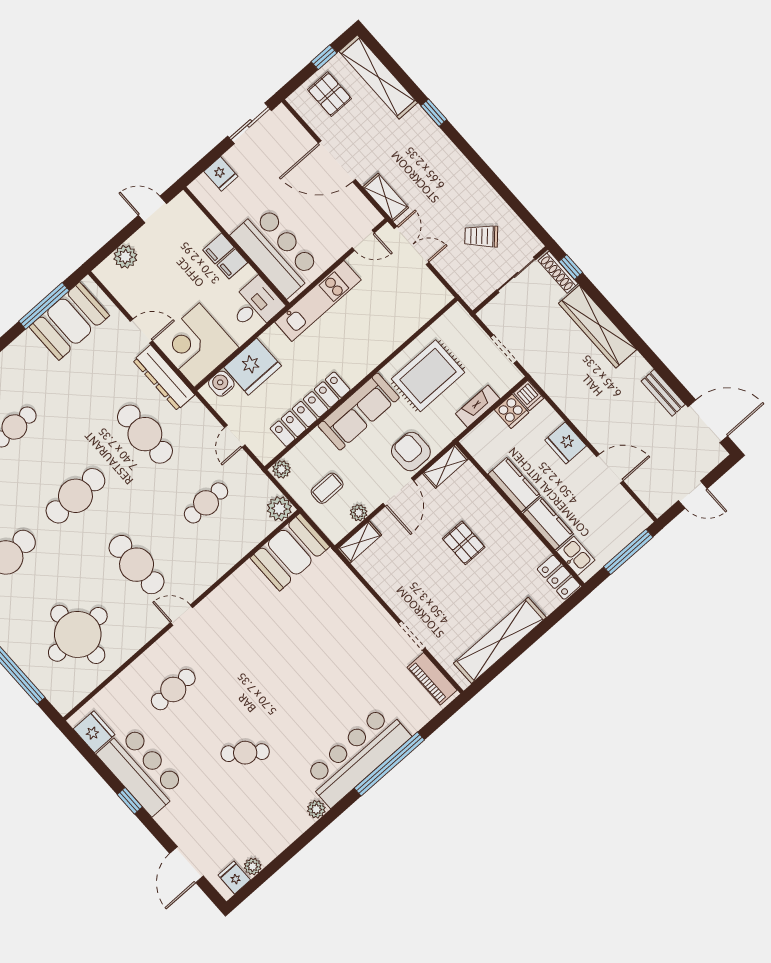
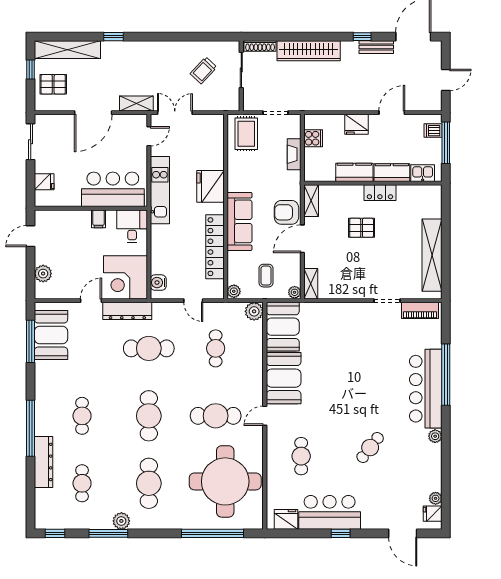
filing cabinet: (218, 249) -> (84, 219), removed
window: (571, 267) -> (362, 37), moved
fridge: (253, 367) -> (210, 186), moved, turned 180
rug: (428, 376) -> (246, 134), moved, width x0.73, depth x0.70
dishwasher: (529, 395) -> (433, 131), moved, turned 180
door: (398, 492) -> (302, 239), swing flipped
plant: (359, 513) -> (295, 292), moved
locker: (559, 577) -> (380, 193), moved
booth: (238, 600) -> (284, 378), added
round table: (78, 634) -> (225, 481), width x1.36, depth x1.36

